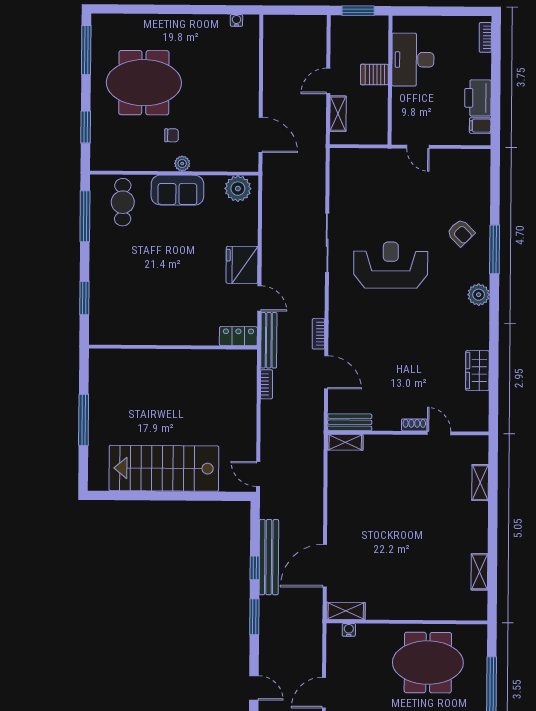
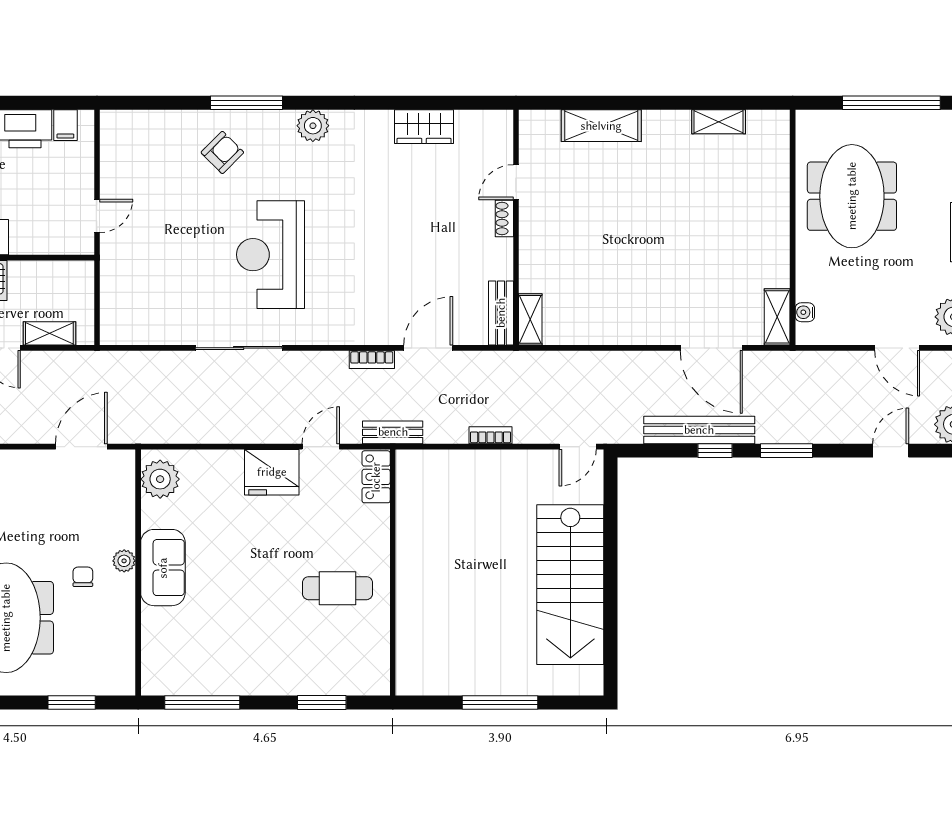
cafe table: (123, 202) -> (337, 588), moved
bench: (269, 340) -> (393, 432), width x0.73
bookcase: (267, 384) -> (491, 435), moved
shelving: (480, 483) -> (601, 126), width x1.50, depth x1.33

